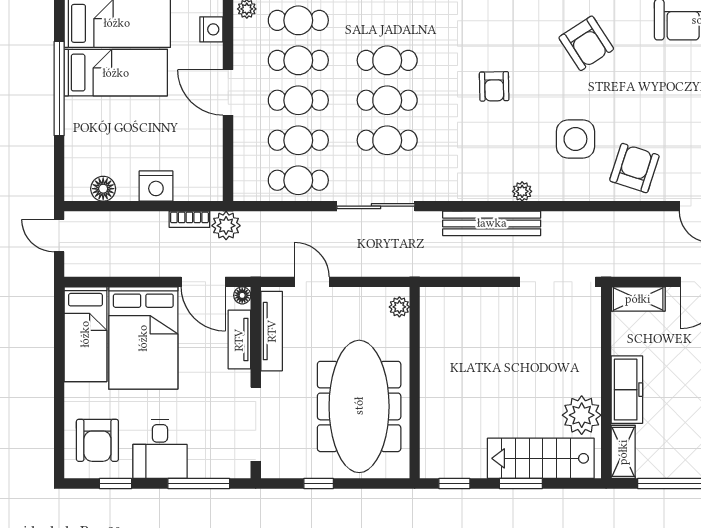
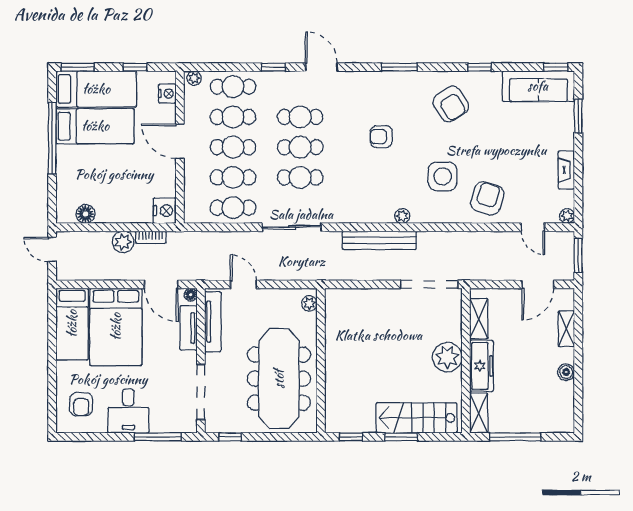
armchair: (494, 86) -> (381, 137), turned 91
nightstand: (156, 186) -> (165, 211), moved, turned -90
plant: (226, 226) -> (123, 242), moved
shelving: (638, 299) -> (479, 319), moved, turned 90
plant: (582, 415) -> (447, 357), moved
armchair: (97, 440) -> (81, 404), width x0.72, depth x0.72
window: (116, 484) -> (95, 437), removed
window: (319, 484) -> (230, 437), moved

